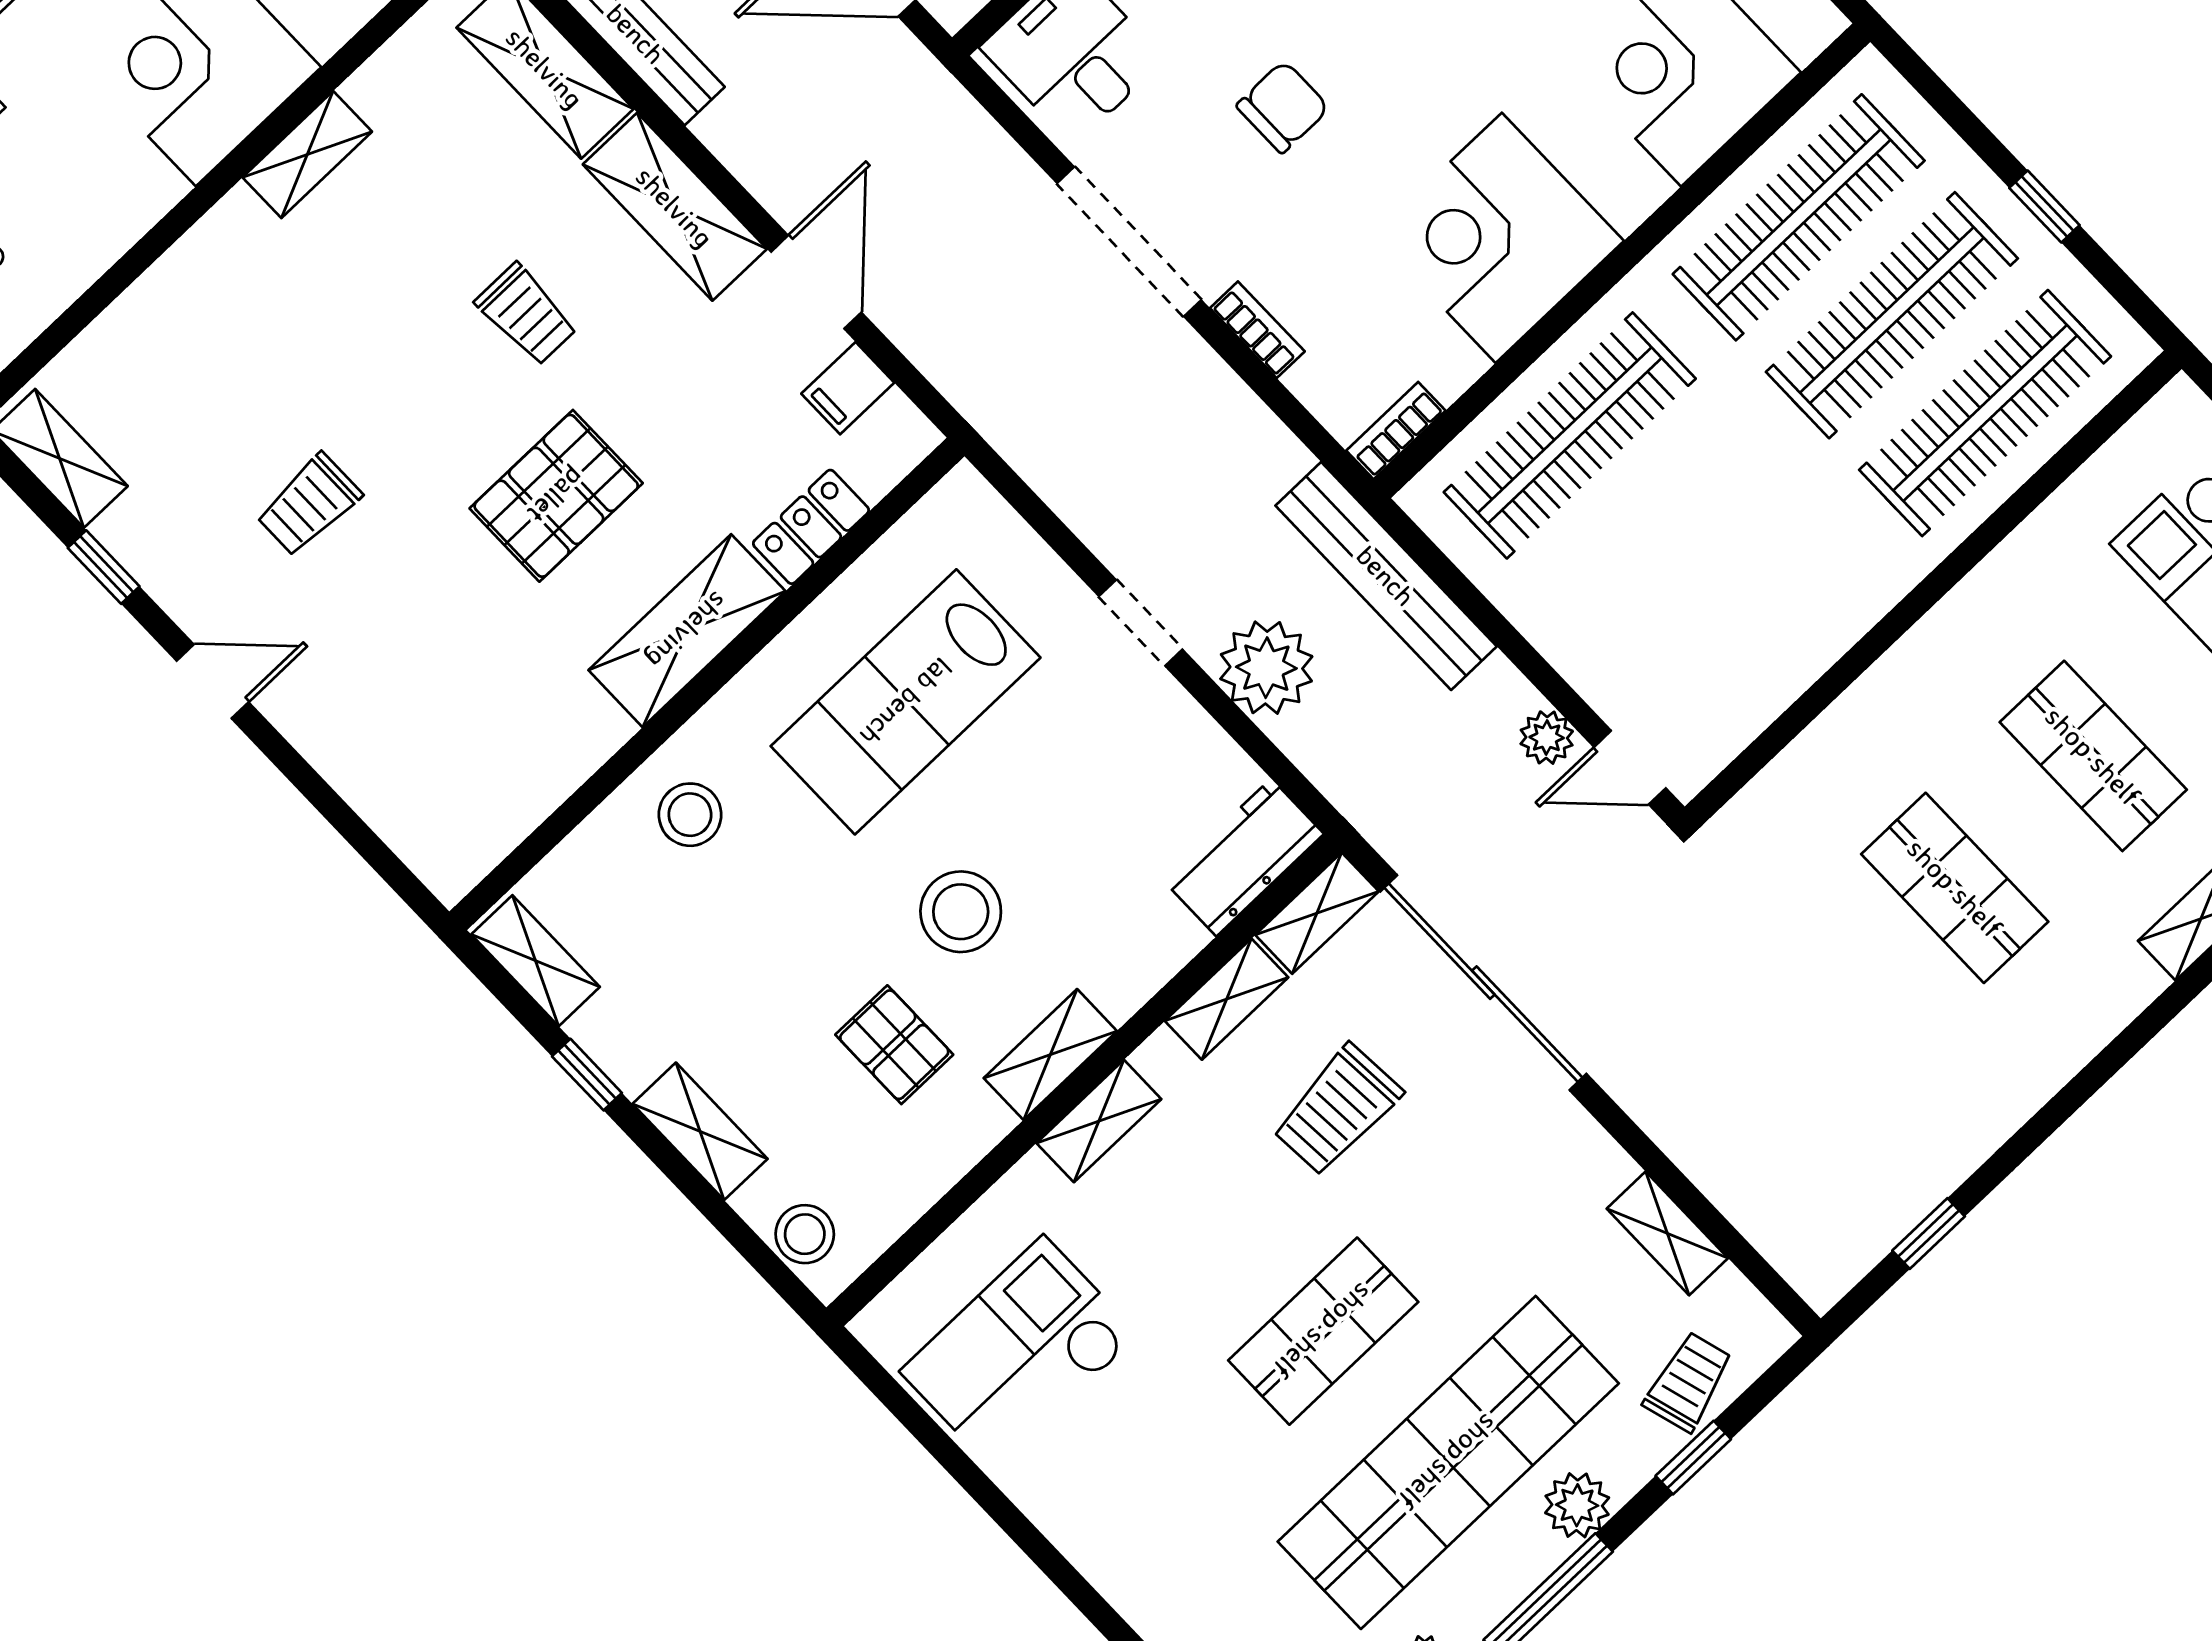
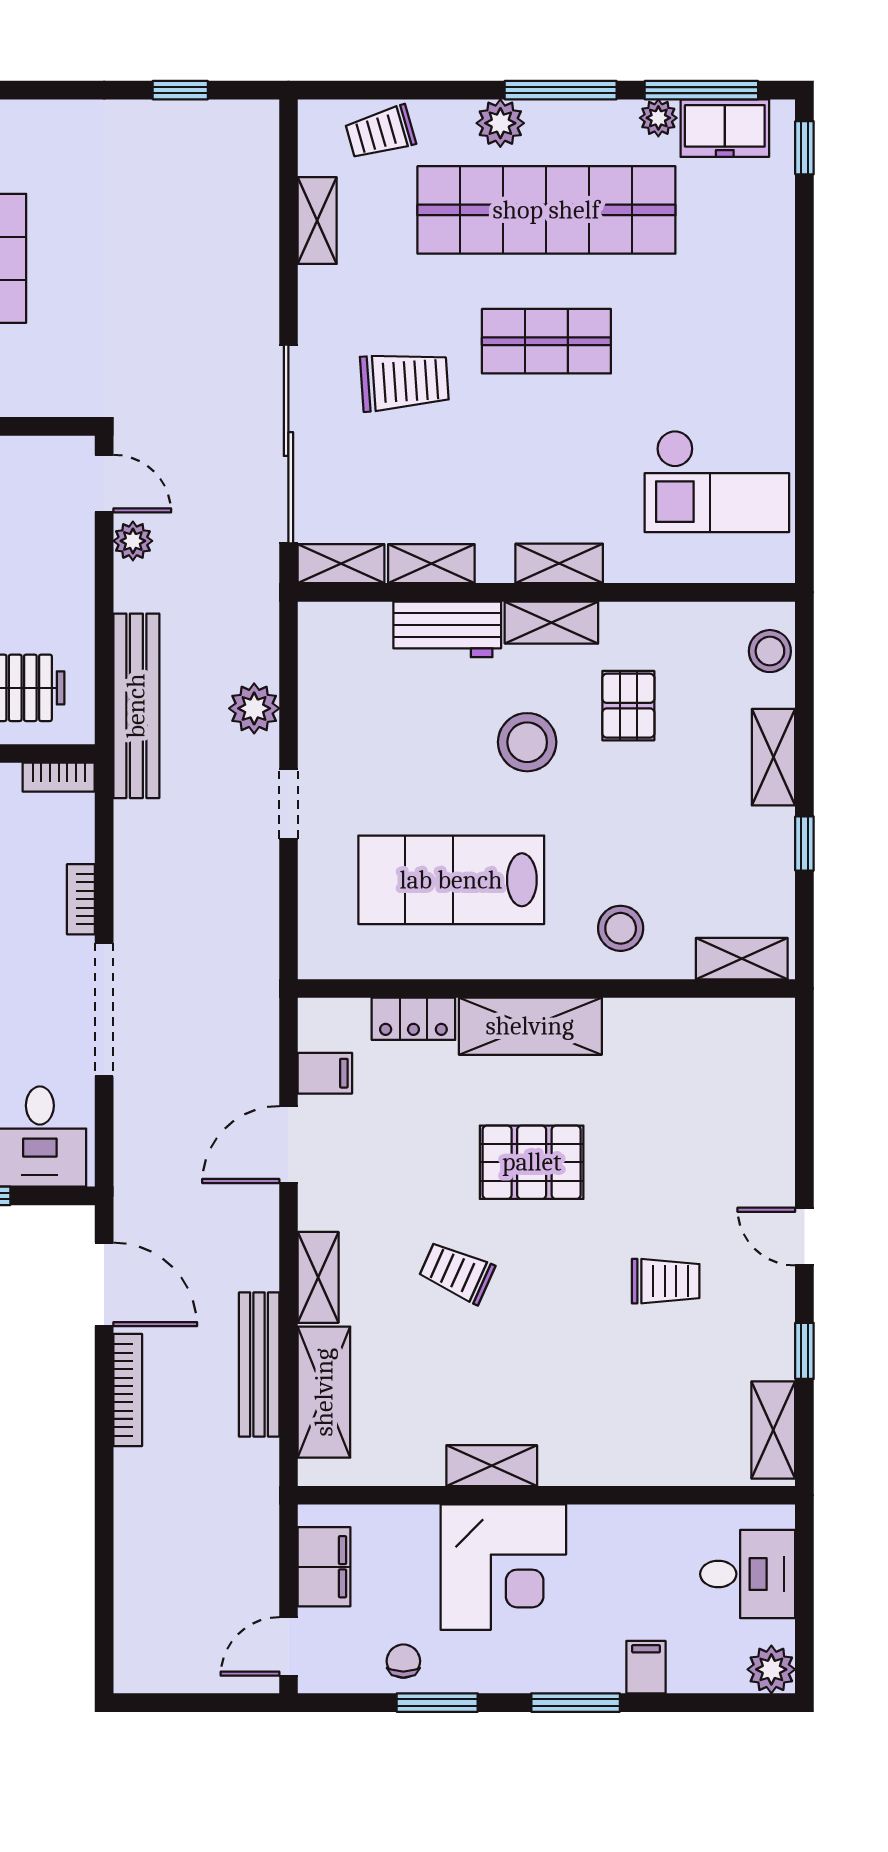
shelving: (675, 207) -> (318, 1277), width x0.67, depth x0.75
trolley: (526, 314) -> (457, 1272), turned -66
plant: (1266, 668) -> (254, 708), width x0.73, depth x0.73
lab bench: (906, 702) -> (451, 880), turned 180
workbench: (1244, 857) -> (447, 629), moved
shelving: (536, 961) -> (742, 959), moved, turned 90
trolley: (1337, 1110) -> (404, 381), moved
window: (1693, 1458) -> (416, 90), removed

